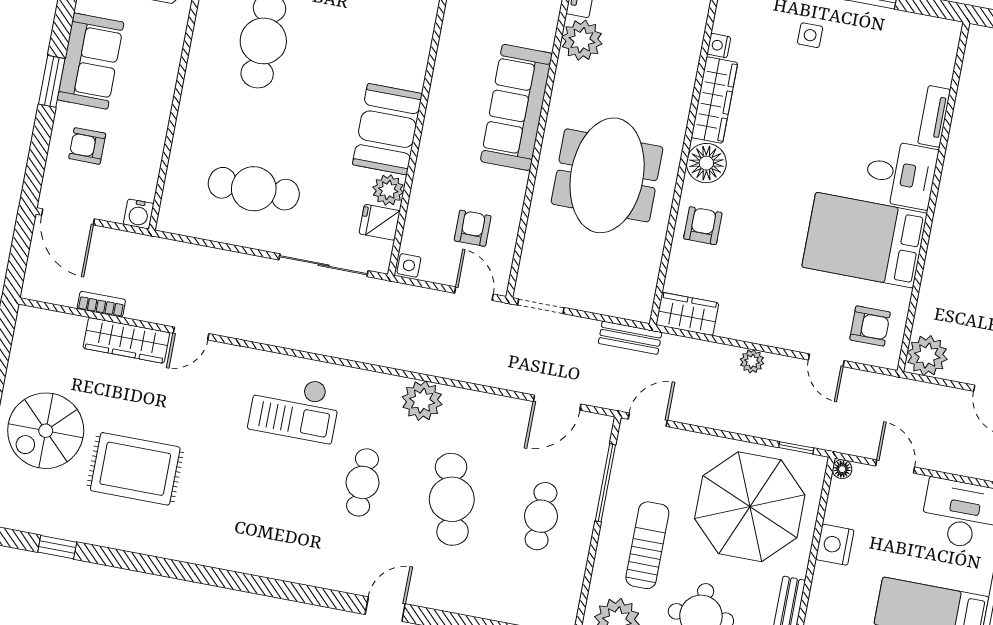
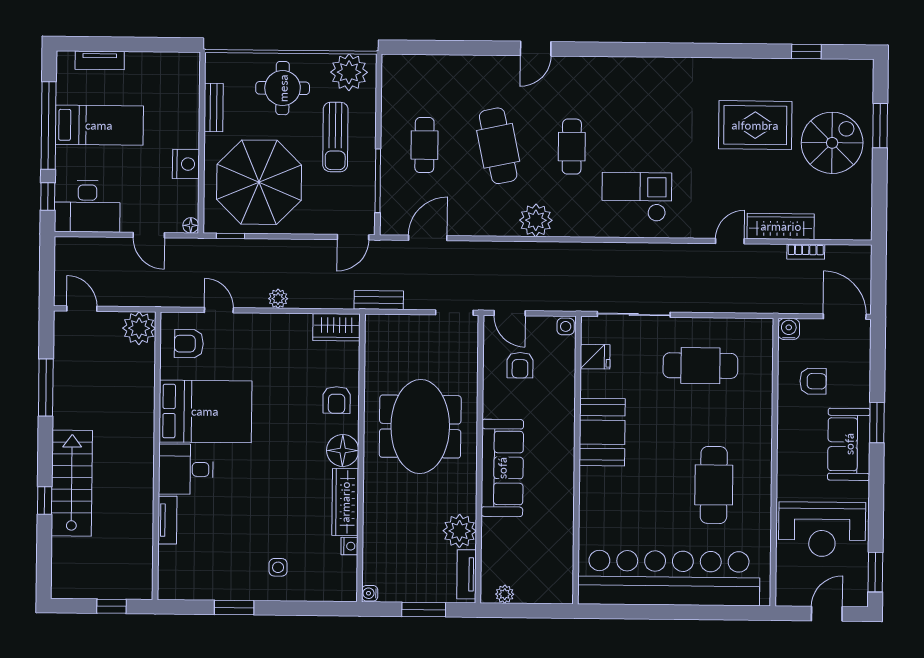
armchair: (87, 146) -> (813, 381), moved
plant: (388, 190) -> (593, 384), removed

